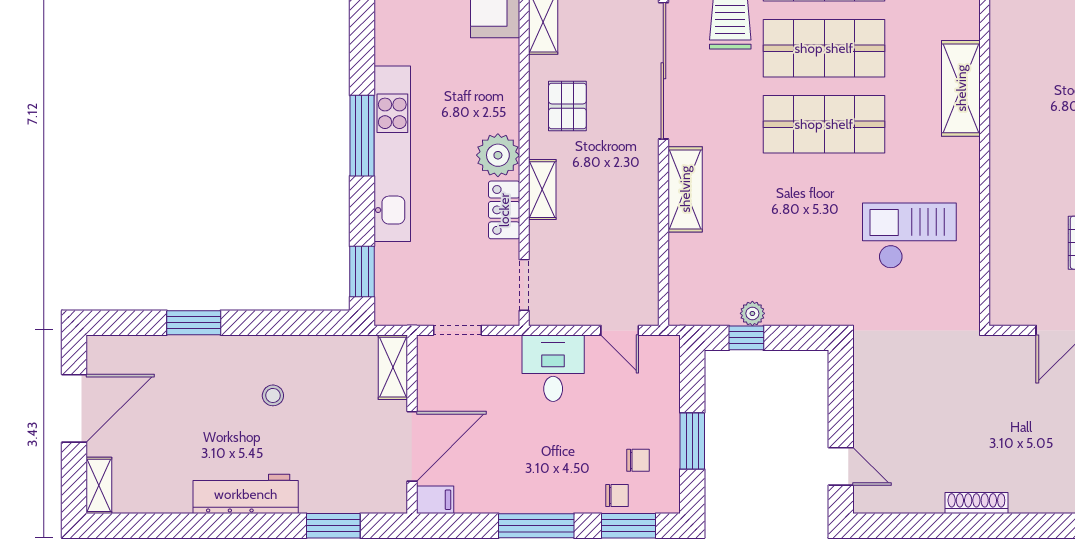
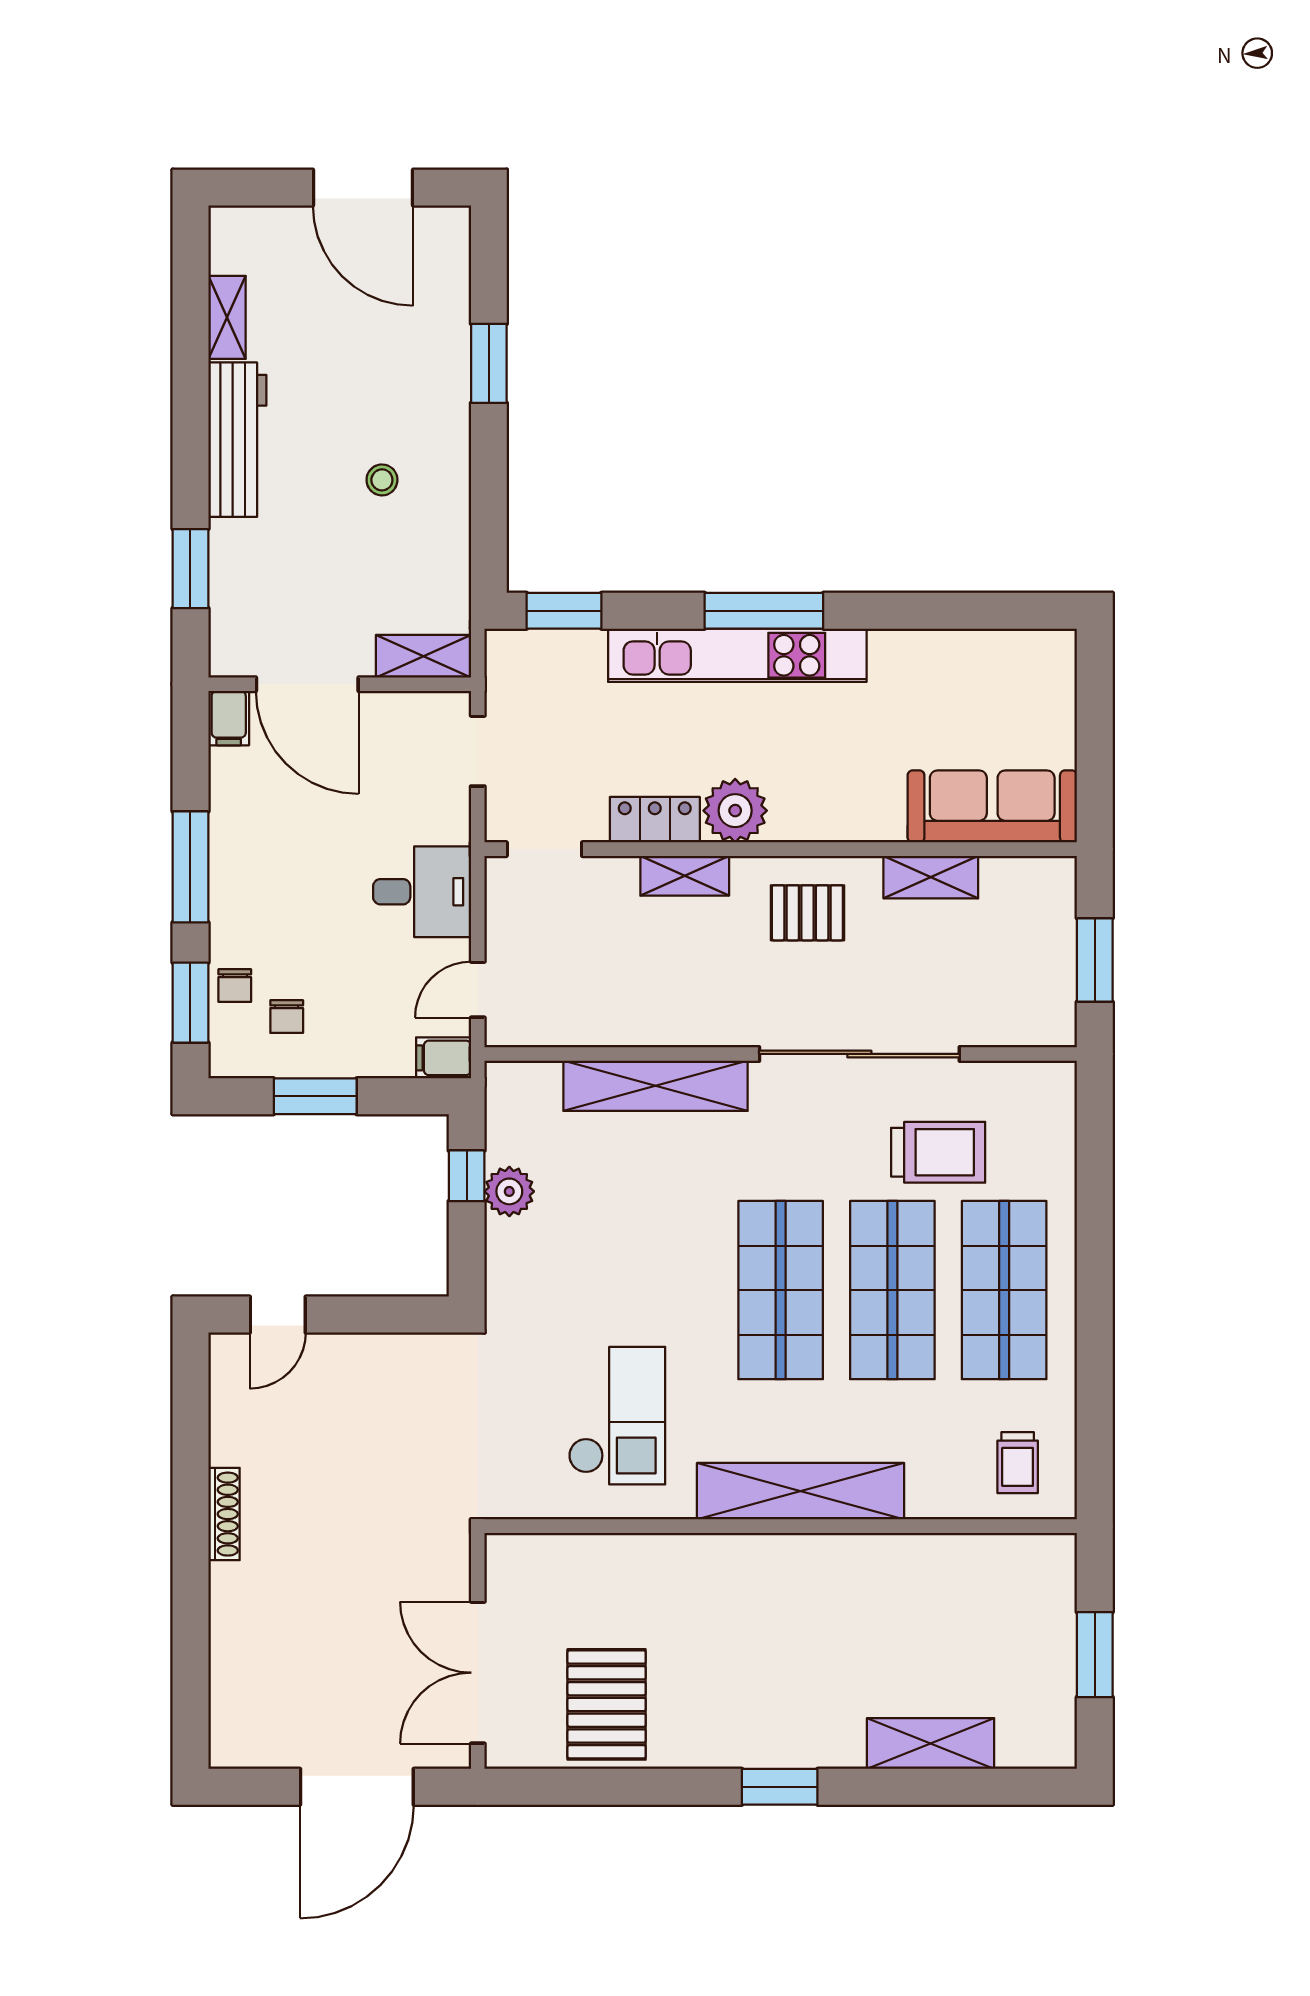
shelving: (961, 88) -> (801, 1491), width x1.47
shelving: (685, 189) -> (655, 1086), width x1.47
plant: (752, 313) -> (509, 1191), width x1.38, depth x1.38
filing cabinet: (666, 354) -> (444, 1058), added
shelving: (99, 485) -> (227, 317), moved, turned 90

